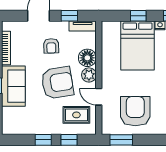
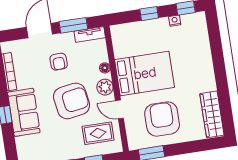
window: (69, 16) -> (73, 25), width x1.50
bed: (138, 46) -> (145, 73), moved, turned -90
floor lamp: (87, 58) -> (105, 68), width x0.53, depth x0.53

